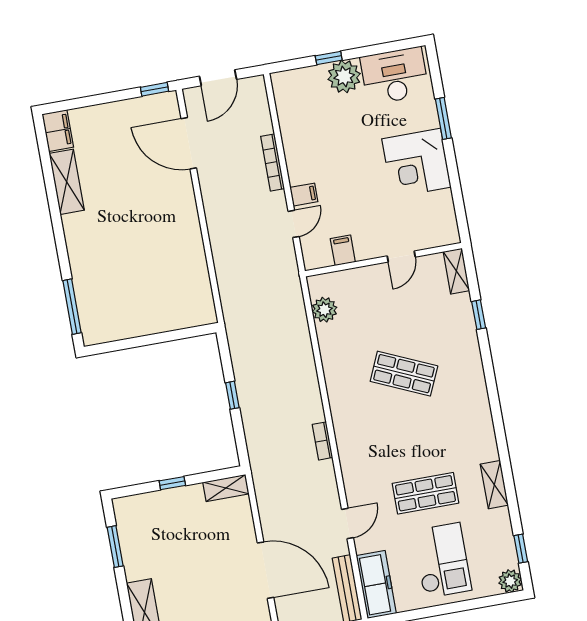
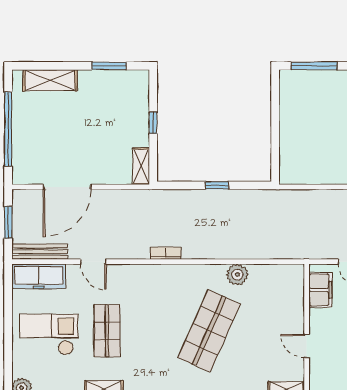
filing cabinet: (343, 250) -> (320, 290), width x2.00
plant: (324, 310) -> (237, 275), moved
shop shelf: (404, 374) -> (209, 331), width x1.43, depth x1.36
checkout: (442, 560) -> (49, 335), turned 180

